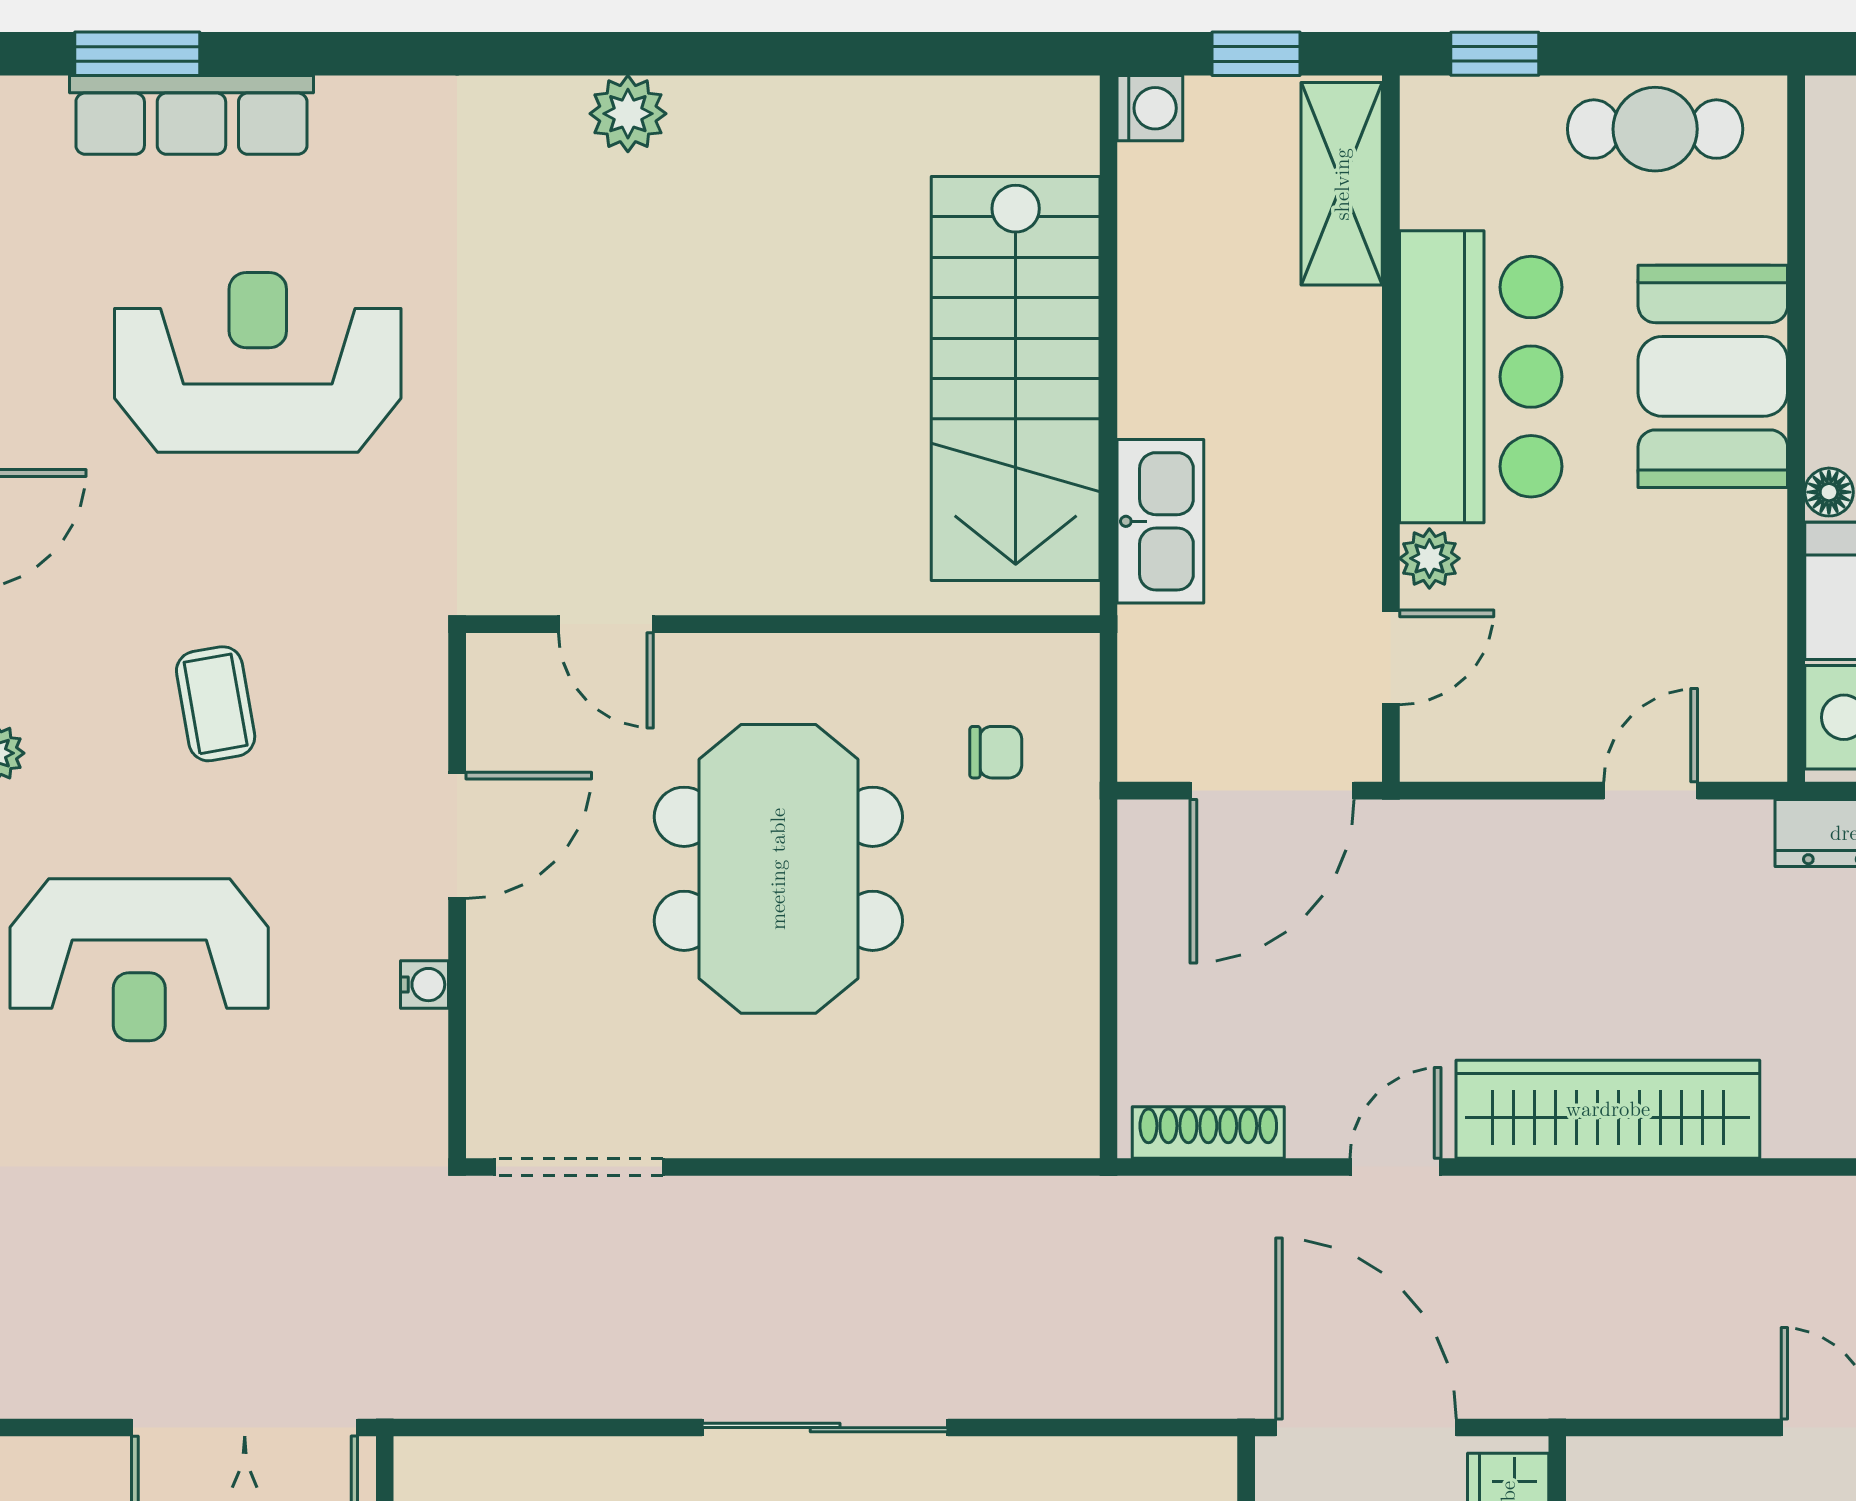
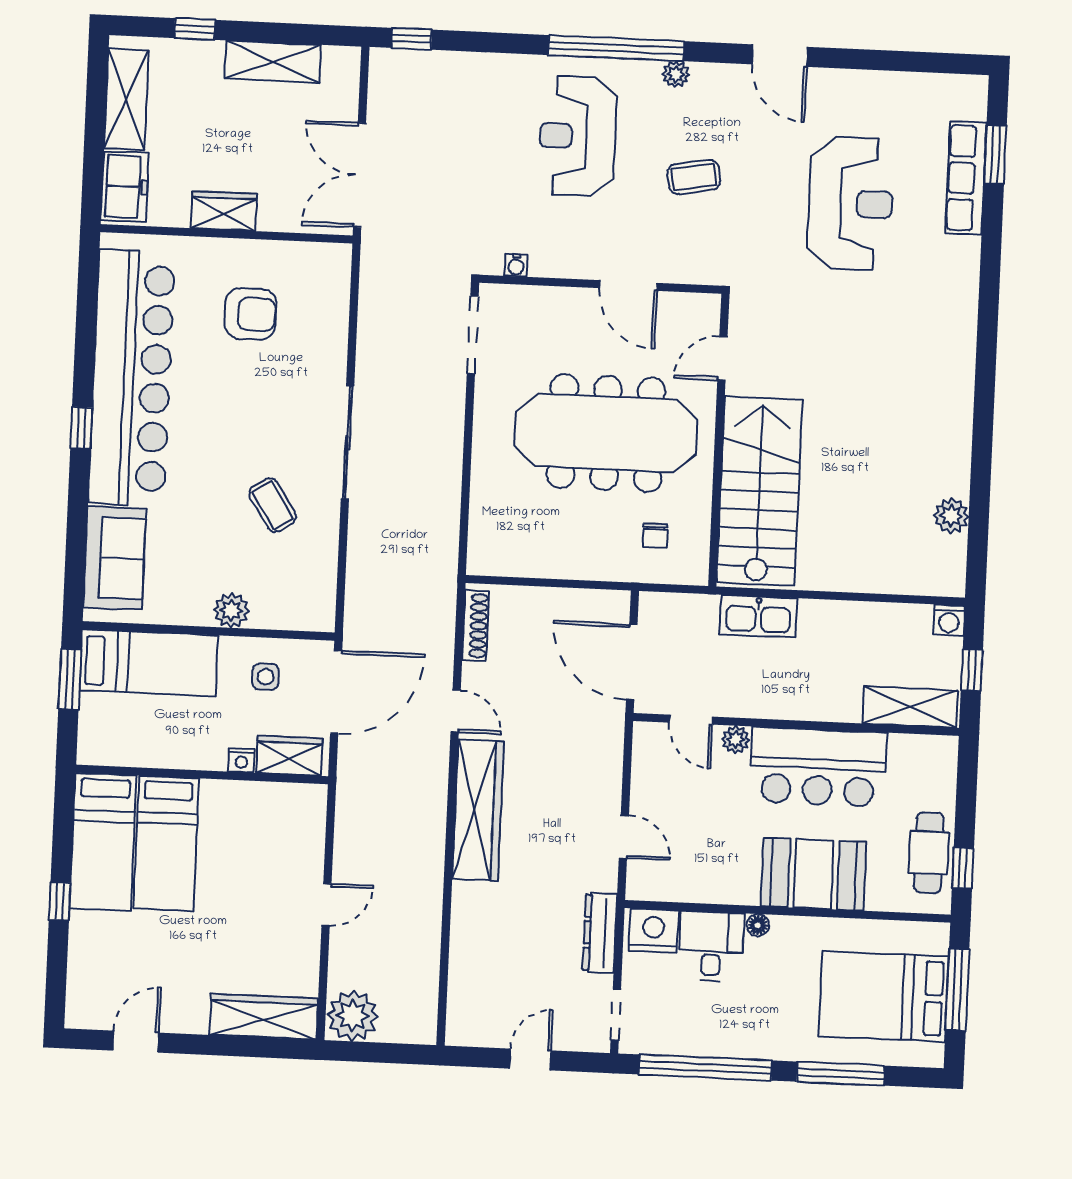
window: (1495, 54) -> (963, 868), moved
plant: (628, 114) -> (951, 516), moved
stairs: (1016, 378) -> (759, 491), moved, turned 90
meeting table: (778, 869) -> (606, 433), width x1.36
water cooler: (424, 985) -> (516, 265), moved

